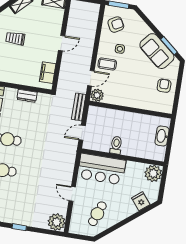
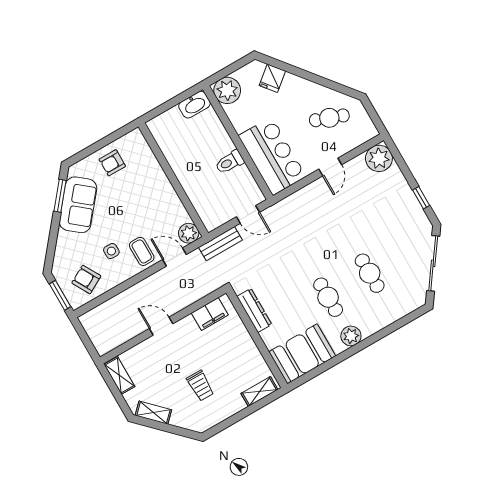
dresser: (27, 96) -> (254, 311), width x1.44
washbasin: (162, 136) -> (194, 105), moved

